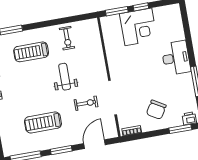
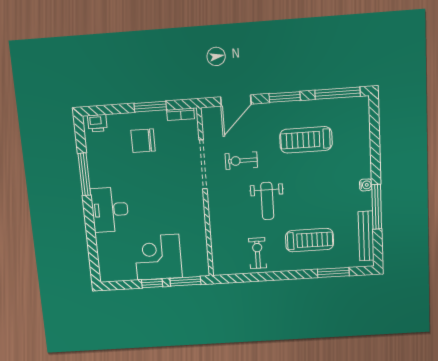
chair: (156, 110) -> (143, 141), turned -121
treadmill: (43, 123) -> (306, 140), turned 180
window: (180, 129) -> (150, 107), moved

